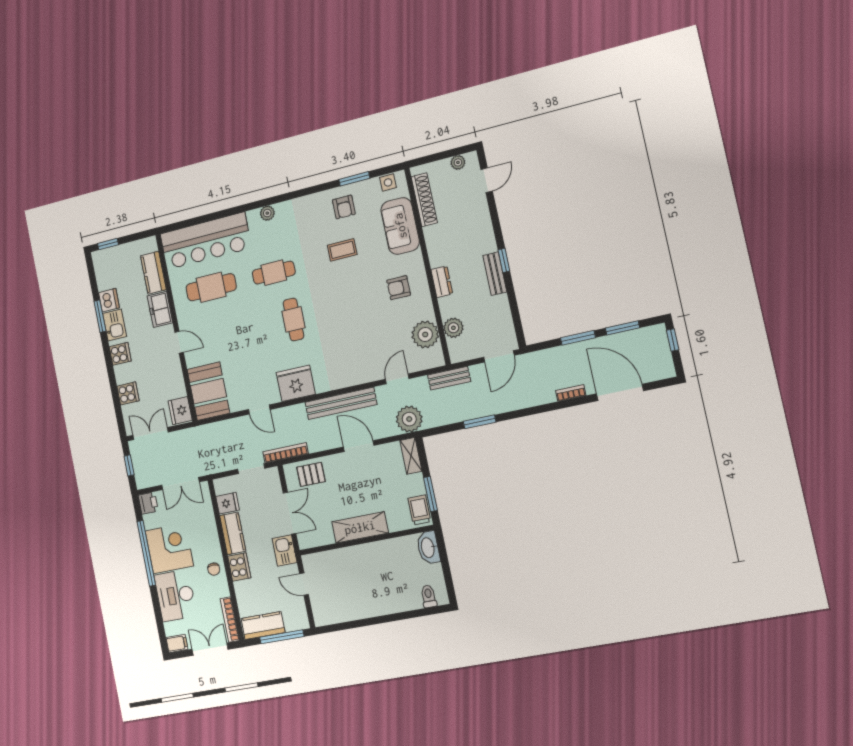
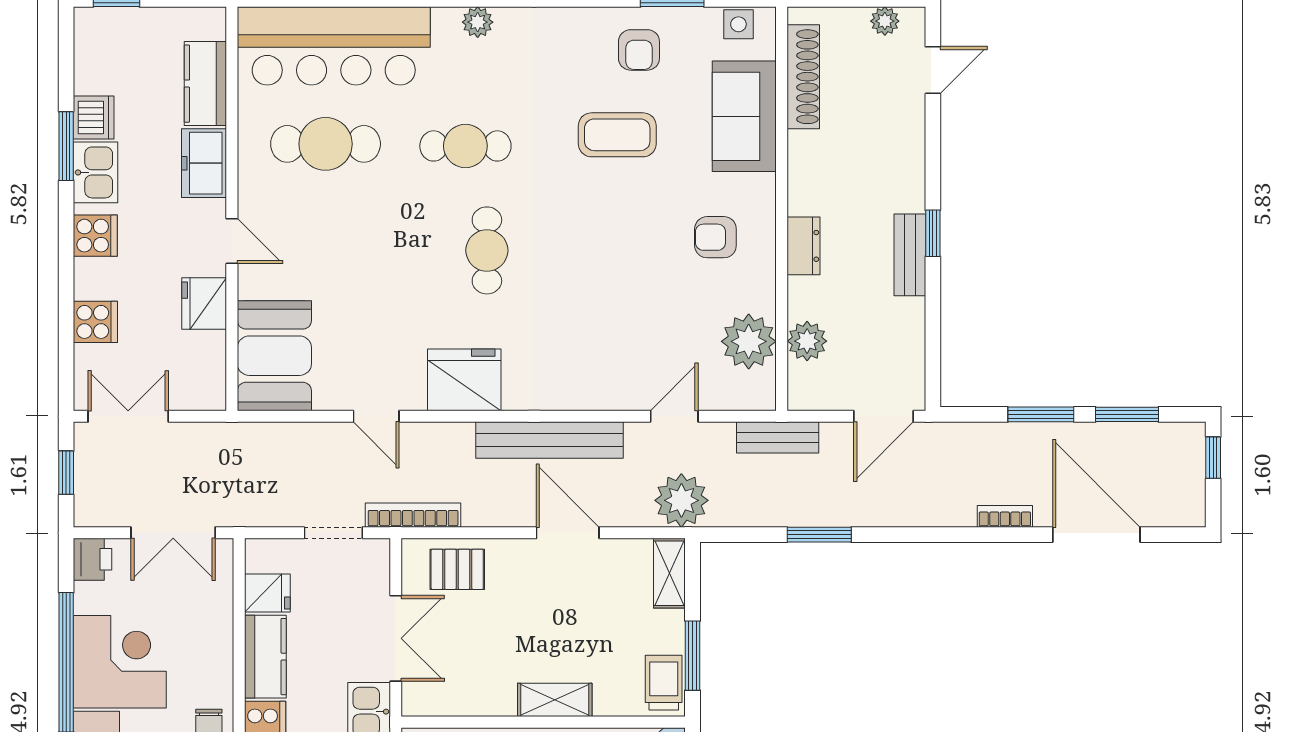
coffee table: (342, 250) -> (617, 135), width x1.36, depth x1.30
fridge: (180, 411) -> (204, 303), moved
shelving: (360, 527) -> (555, 700), width x0.67, depth x0.75

